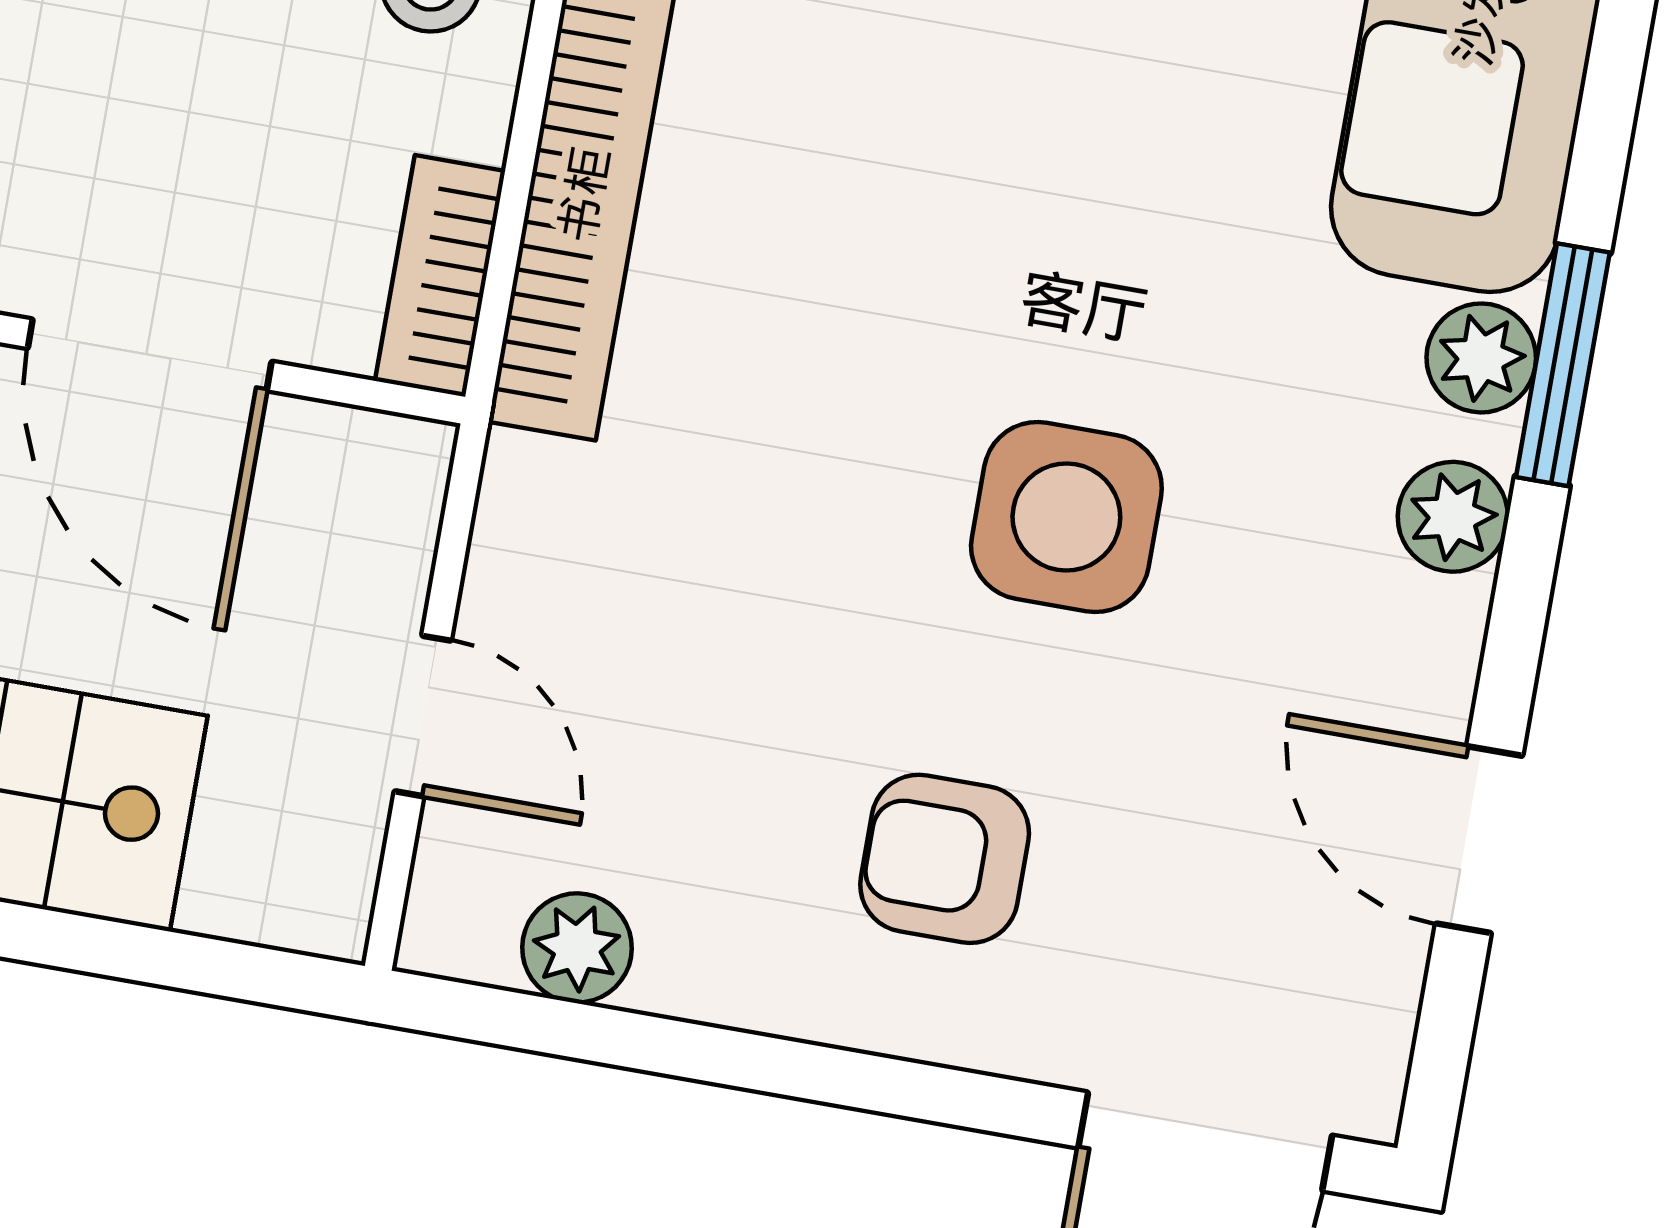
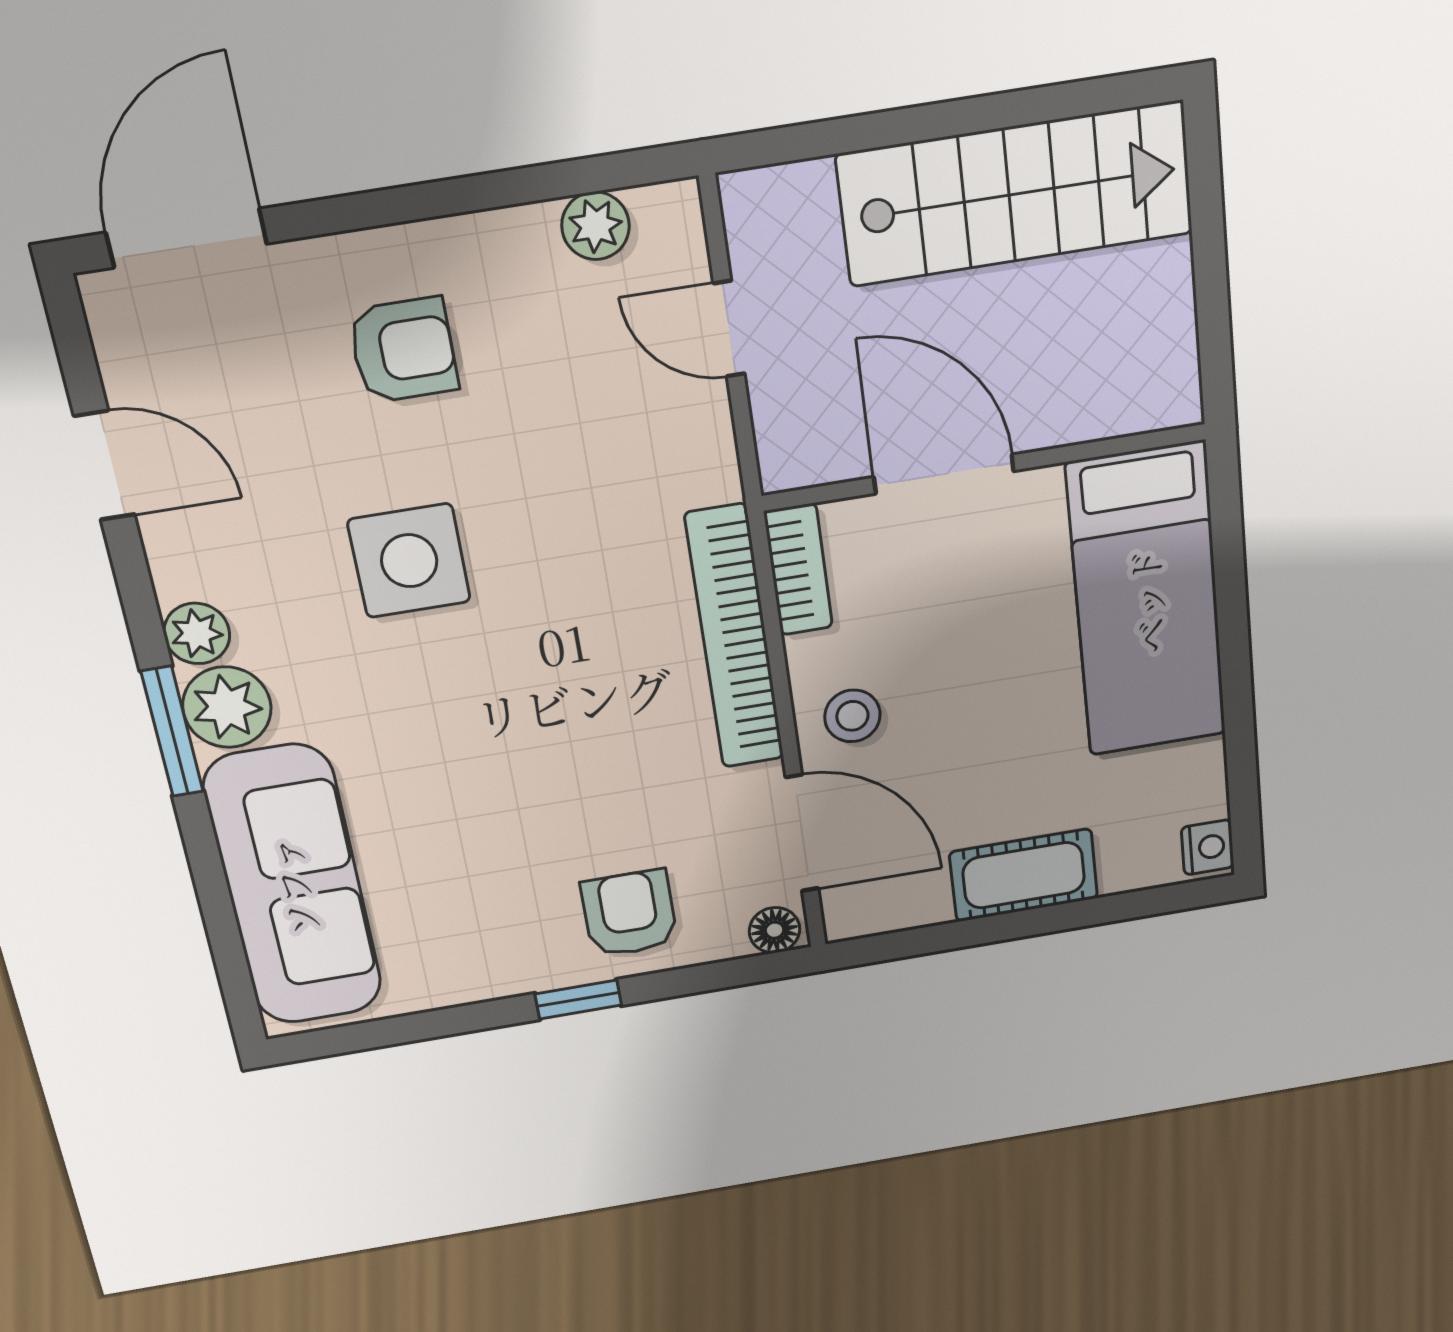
plant: (1481, 358) -> (227, 707), width x1.38, depth x1.38

